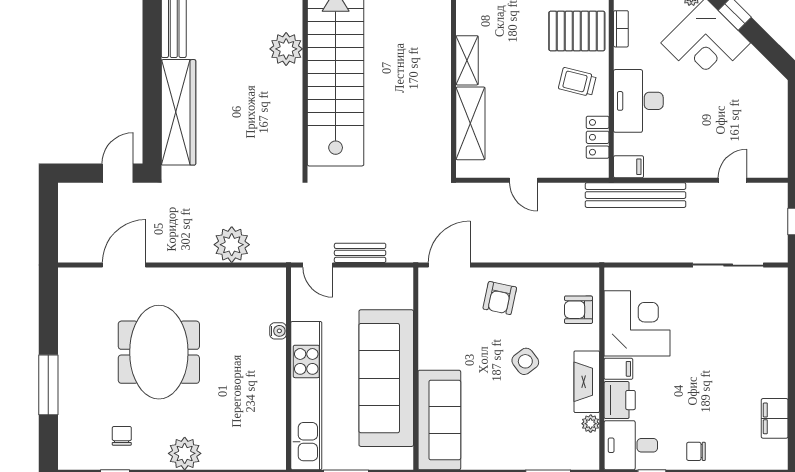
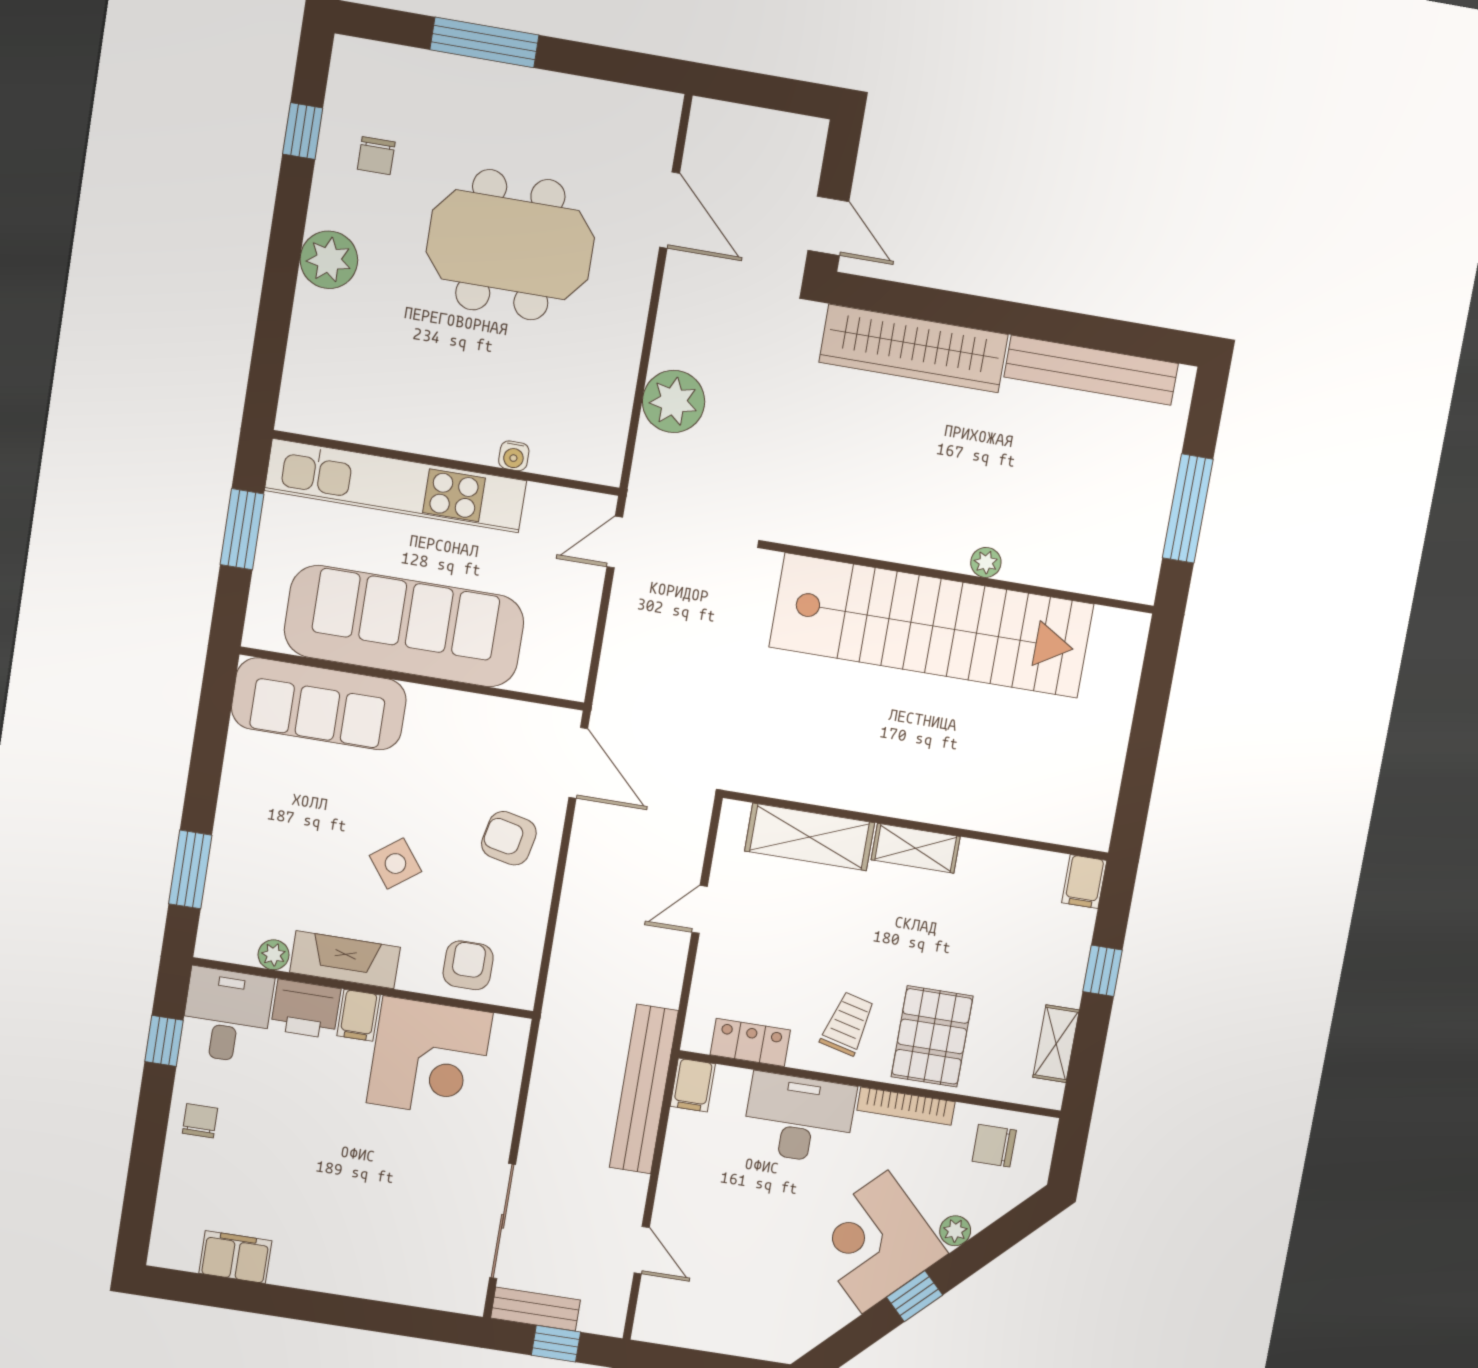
bookcase: (621, 29) -> (906, 1106), width x1.56
plant: (286, 49) -> (986, 562), width x0.53, depth x0.53
bench: (360, 253) -> (535, 1309), moved, turned 90
chair: (122, 436) -> (376, 156), turned 90

